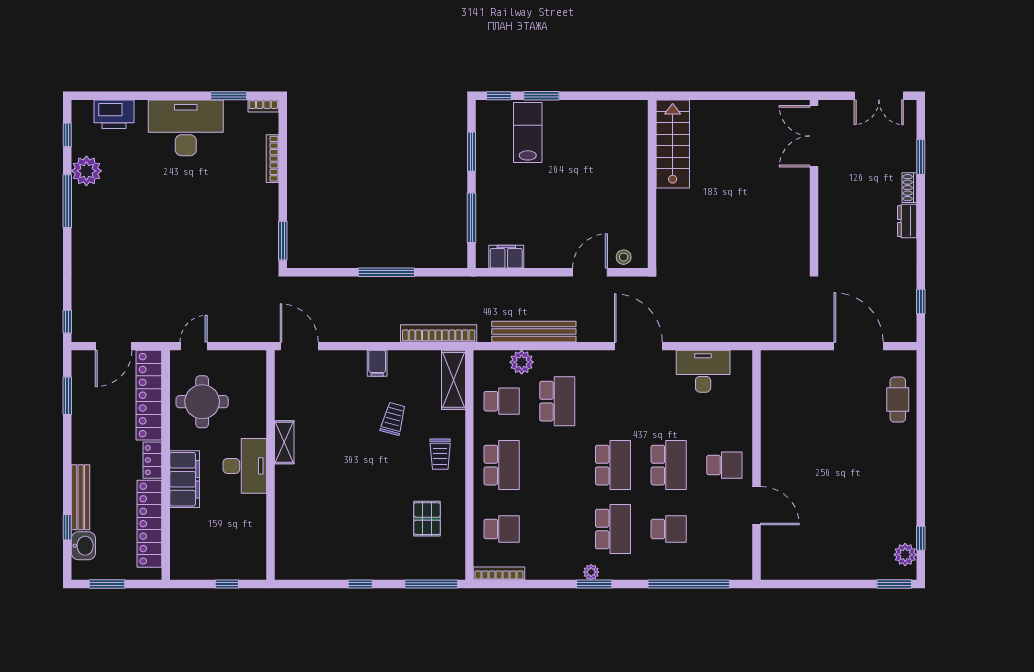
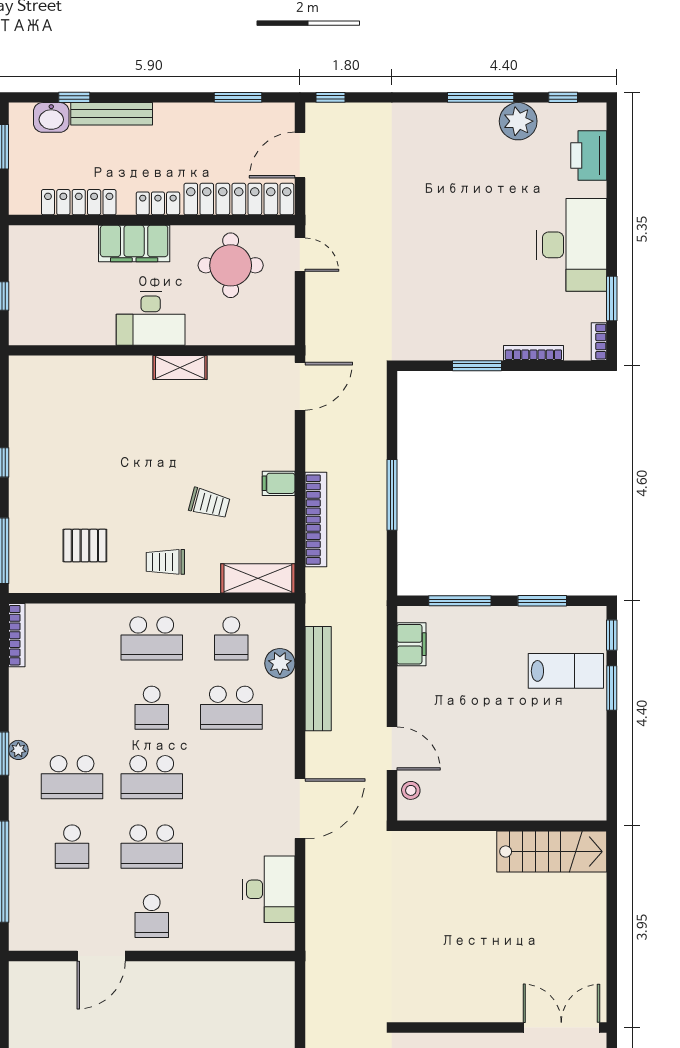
window: (283, 241) -> (477, 366), moved
bookcase: (439, 333) -> (316, 520), moved
door: (114, 346) -> (300, 155), hinge flipped
locker: (149, 524) -> (79, 202), width x0.71, depth x0.83
school desk: (502, 529) -> (152, 708), moved

